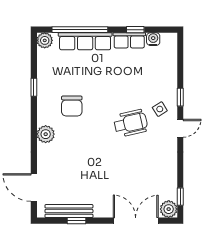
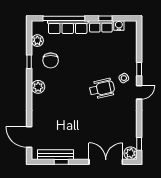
plant: (45, 40) -> (37, 41), moved
chair: (72, 106) -> (51, 60), moved
plant: (46, 134) -> (38, 87), moved

